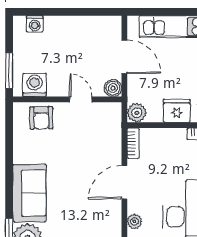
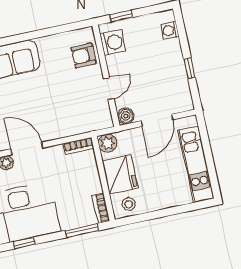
window: (78, 12) -> (189, 68), added
window: (9, 70) -> (121, 16), width x0.67
fridge: (177, 111) -> (120, 175), width x1.36, depth x1.34
door: (124, 182) -> (27, 148), moved

